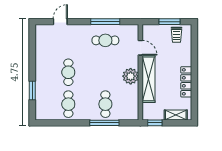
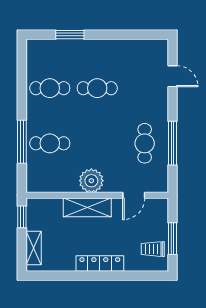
shelving: (148, 79) -> (87, 207), width x0.68
locker: (186, 82) -> (100, 264), moved

